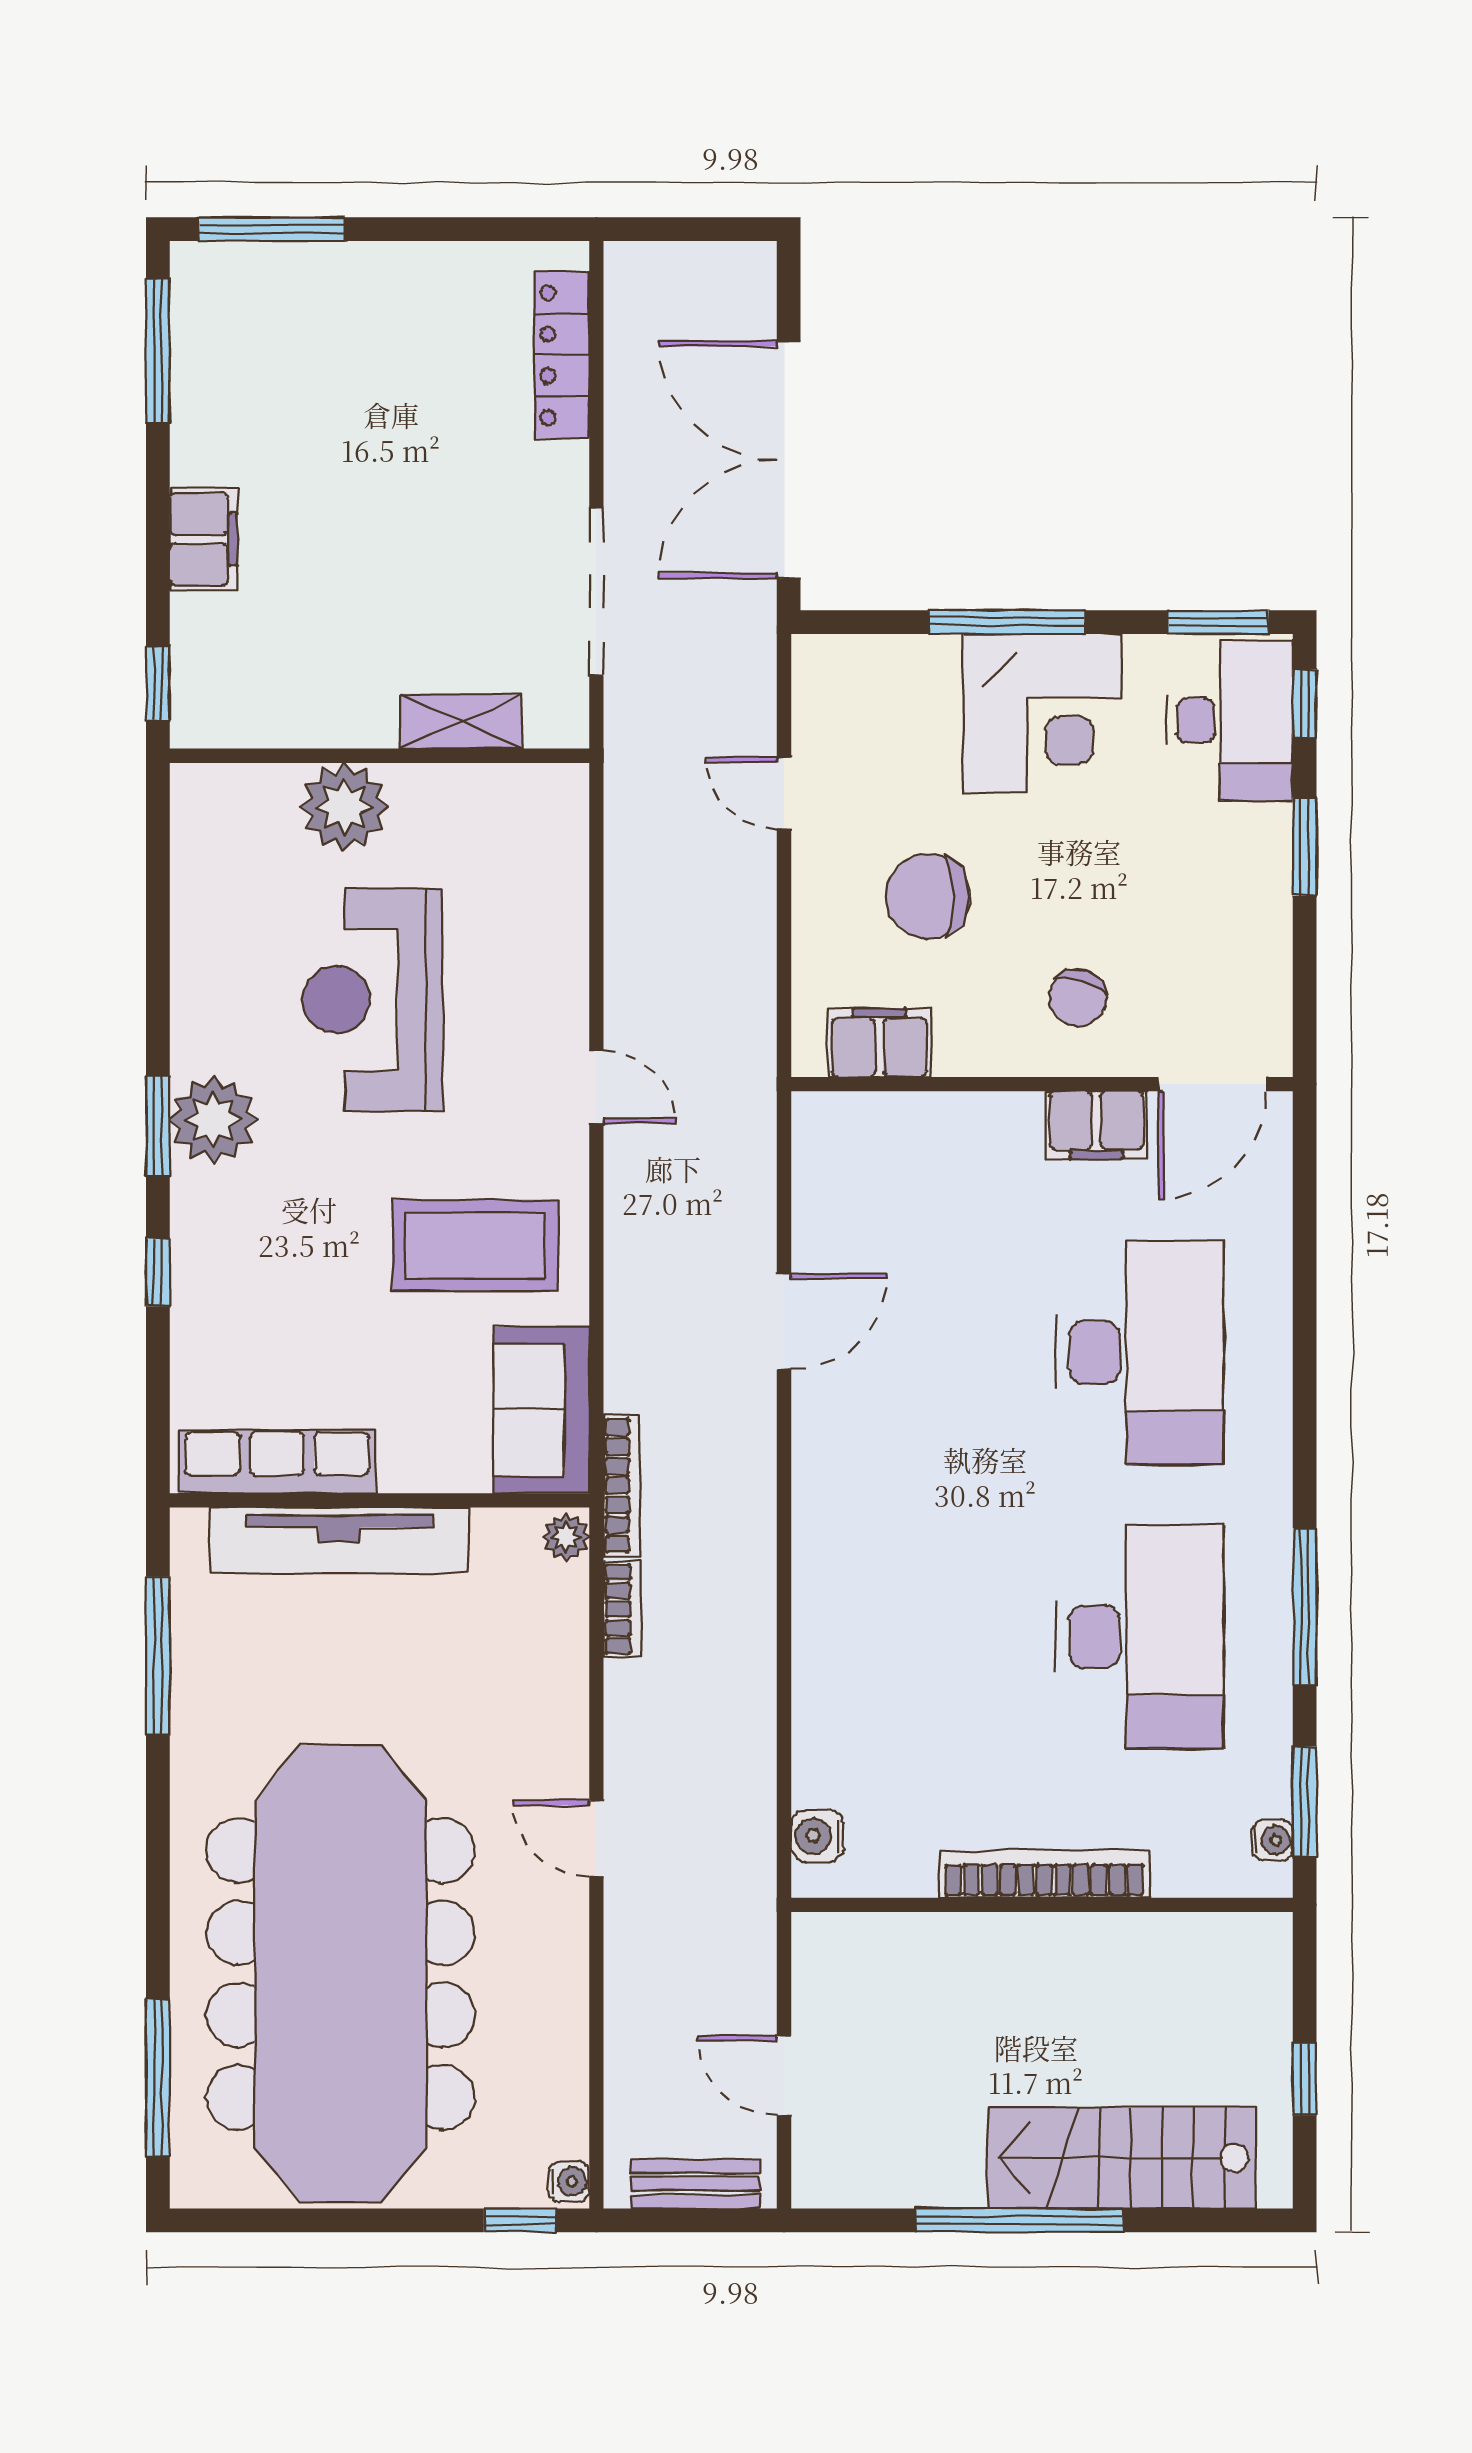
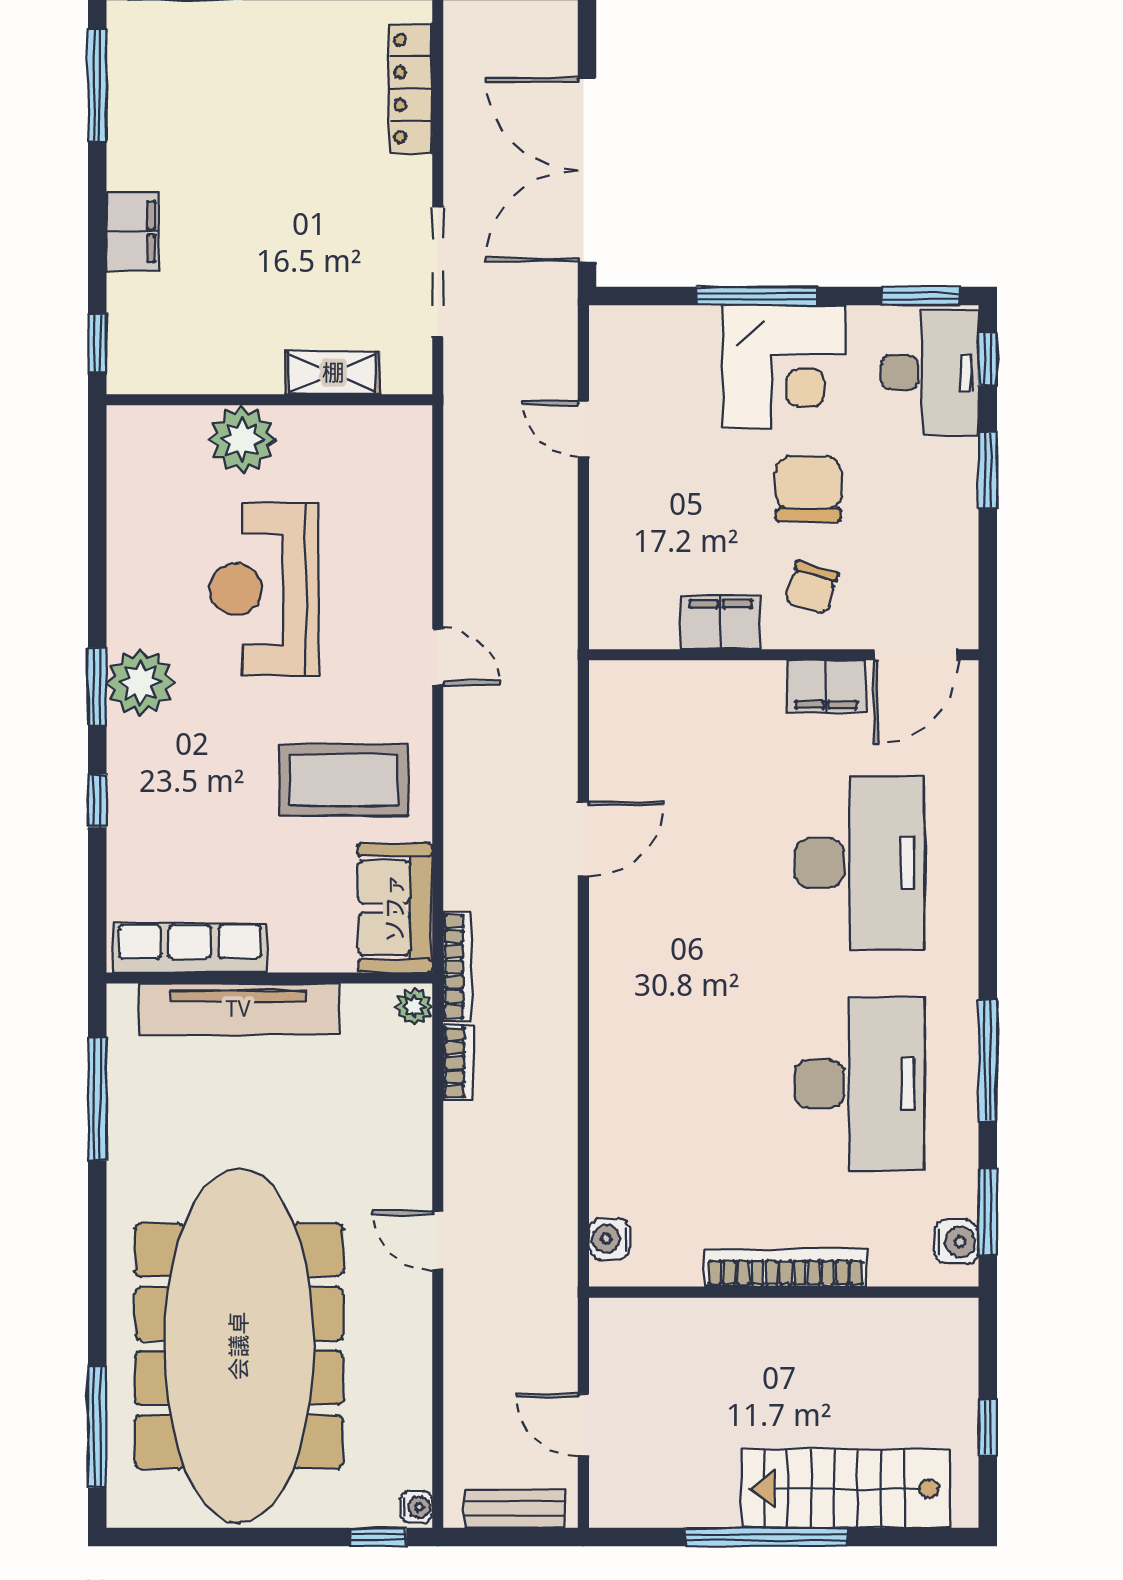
chair: (928, 896) -> (808, 489), moved, turned 90
filing cabinet: (879, 1043) -> (721, 623), moved
water cooler: (1272, 1840) -> (957, 1242), width x1.38, depth x1.38

